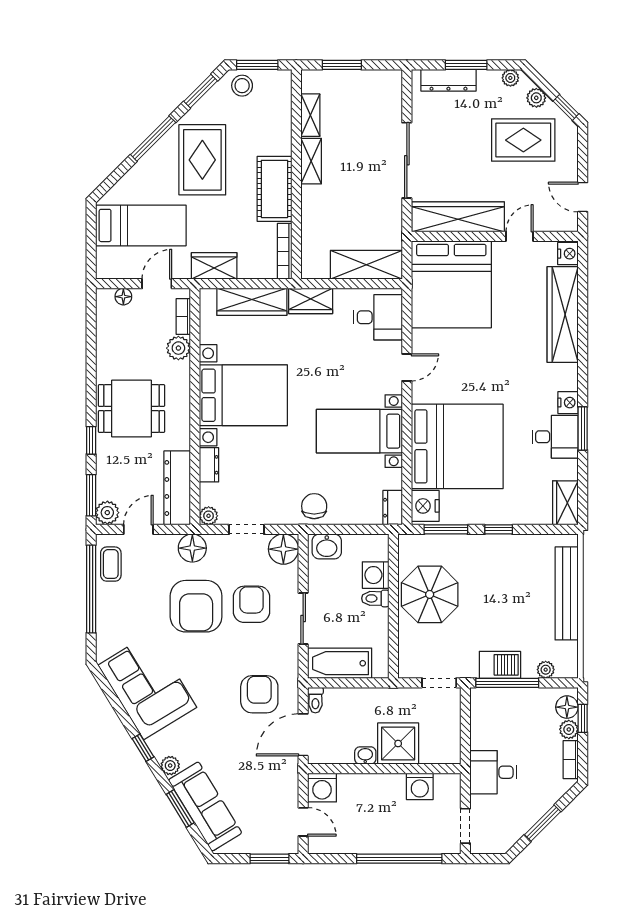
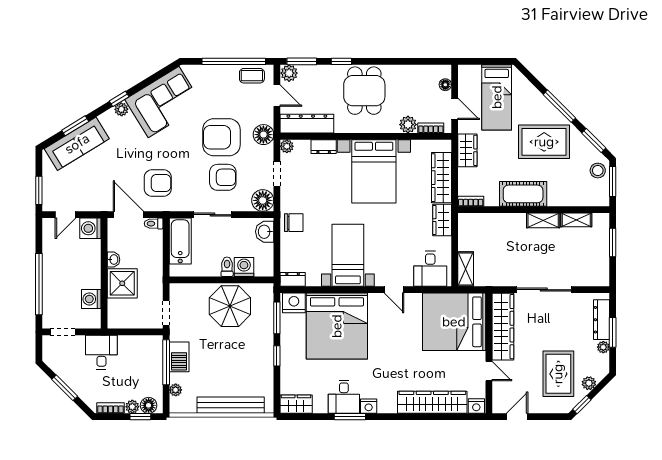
plant: (510, 78) -> (603, 347), moved
bookcase: (285, 251) -> (471, 201), width x0.64
shelving: (366, 265) -> (466, 269), width x0.67, depth x0.75
plant: (170, 766) -> (121, 109), moved

